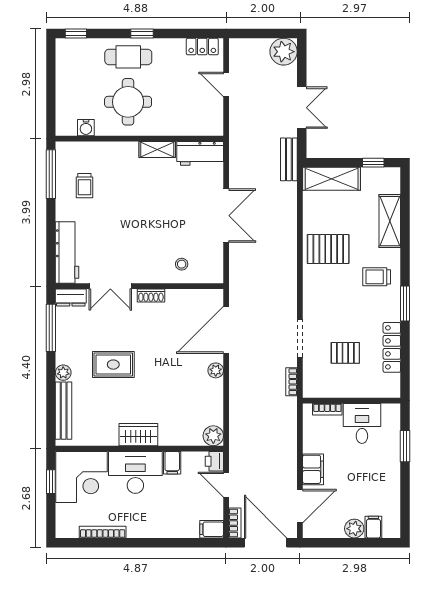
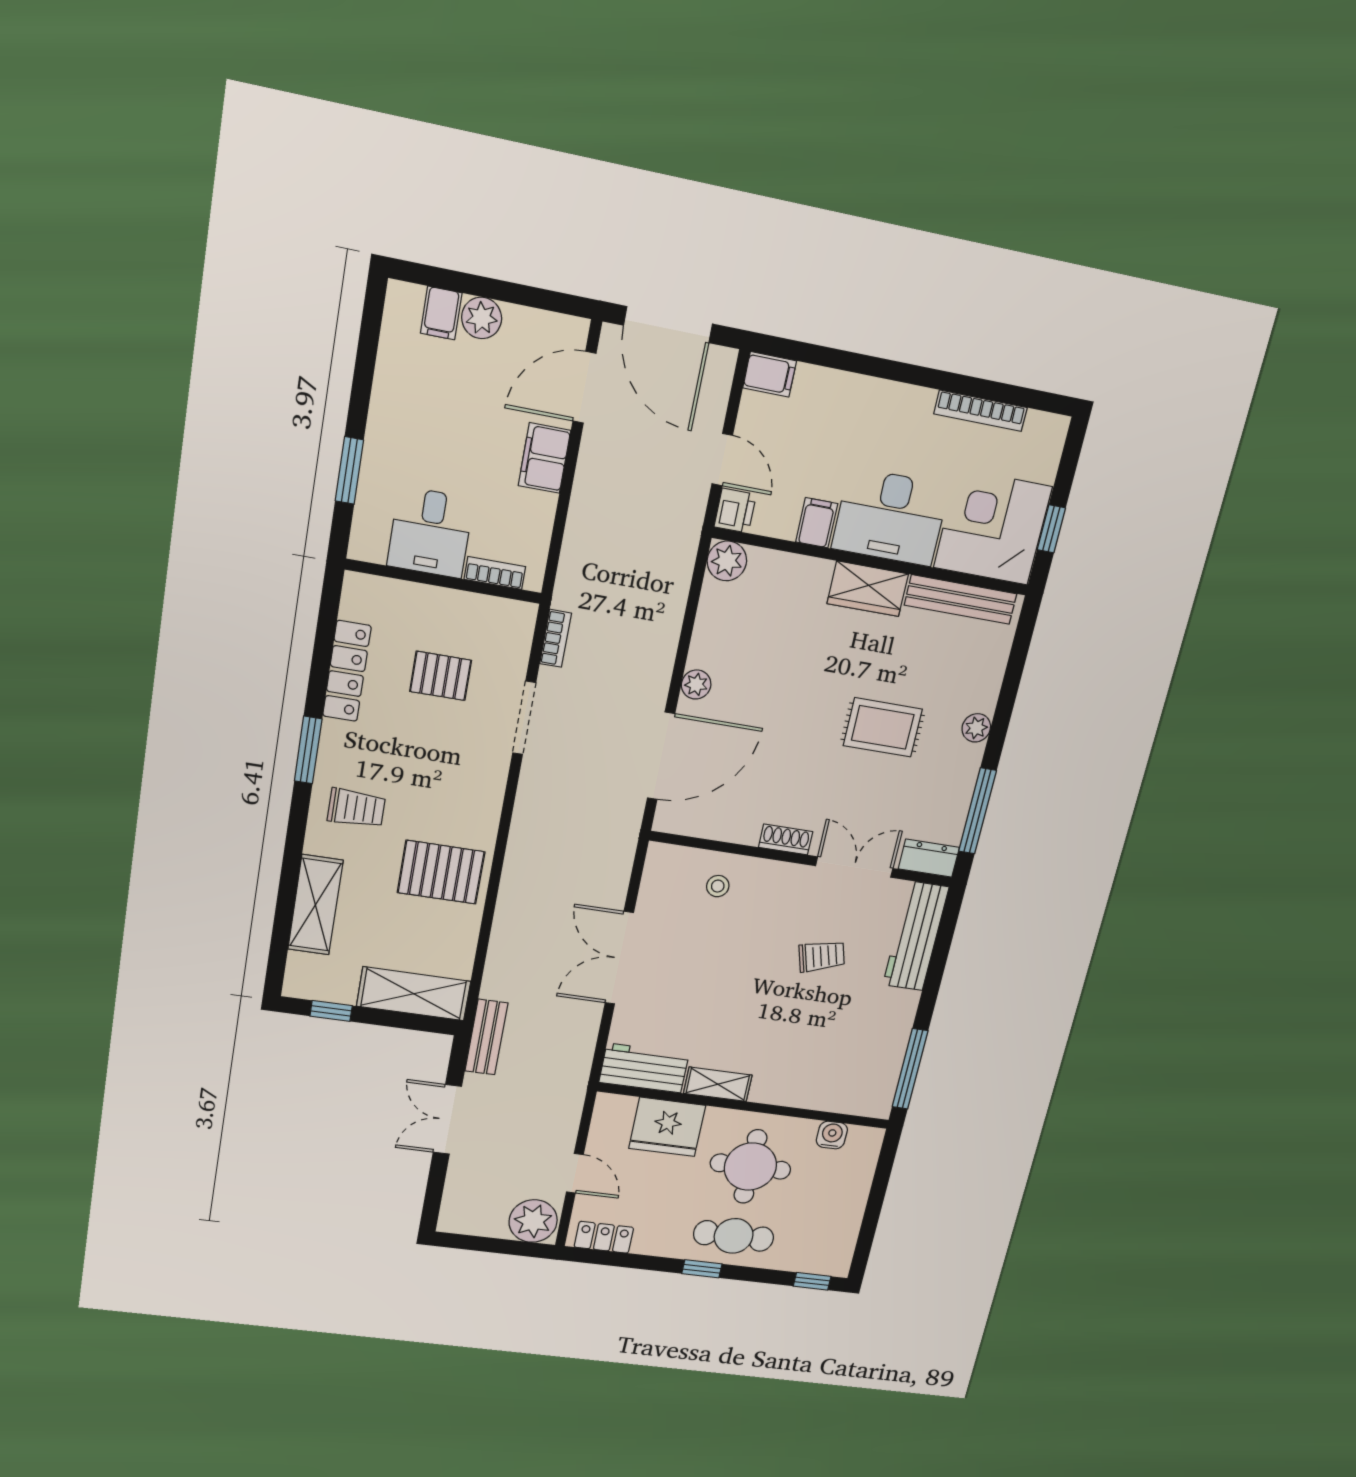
plant: (284, 52) -> (533, 1221), moved
fridge: (180, 120) -> (667, 1127), added
trolley: (84, 186) -> (822, 956), moved, turned 74
bench: (64, 411) -> (961, 600), moved, turned 90
bookcase: (235, 523) -> (721, 378), removed

